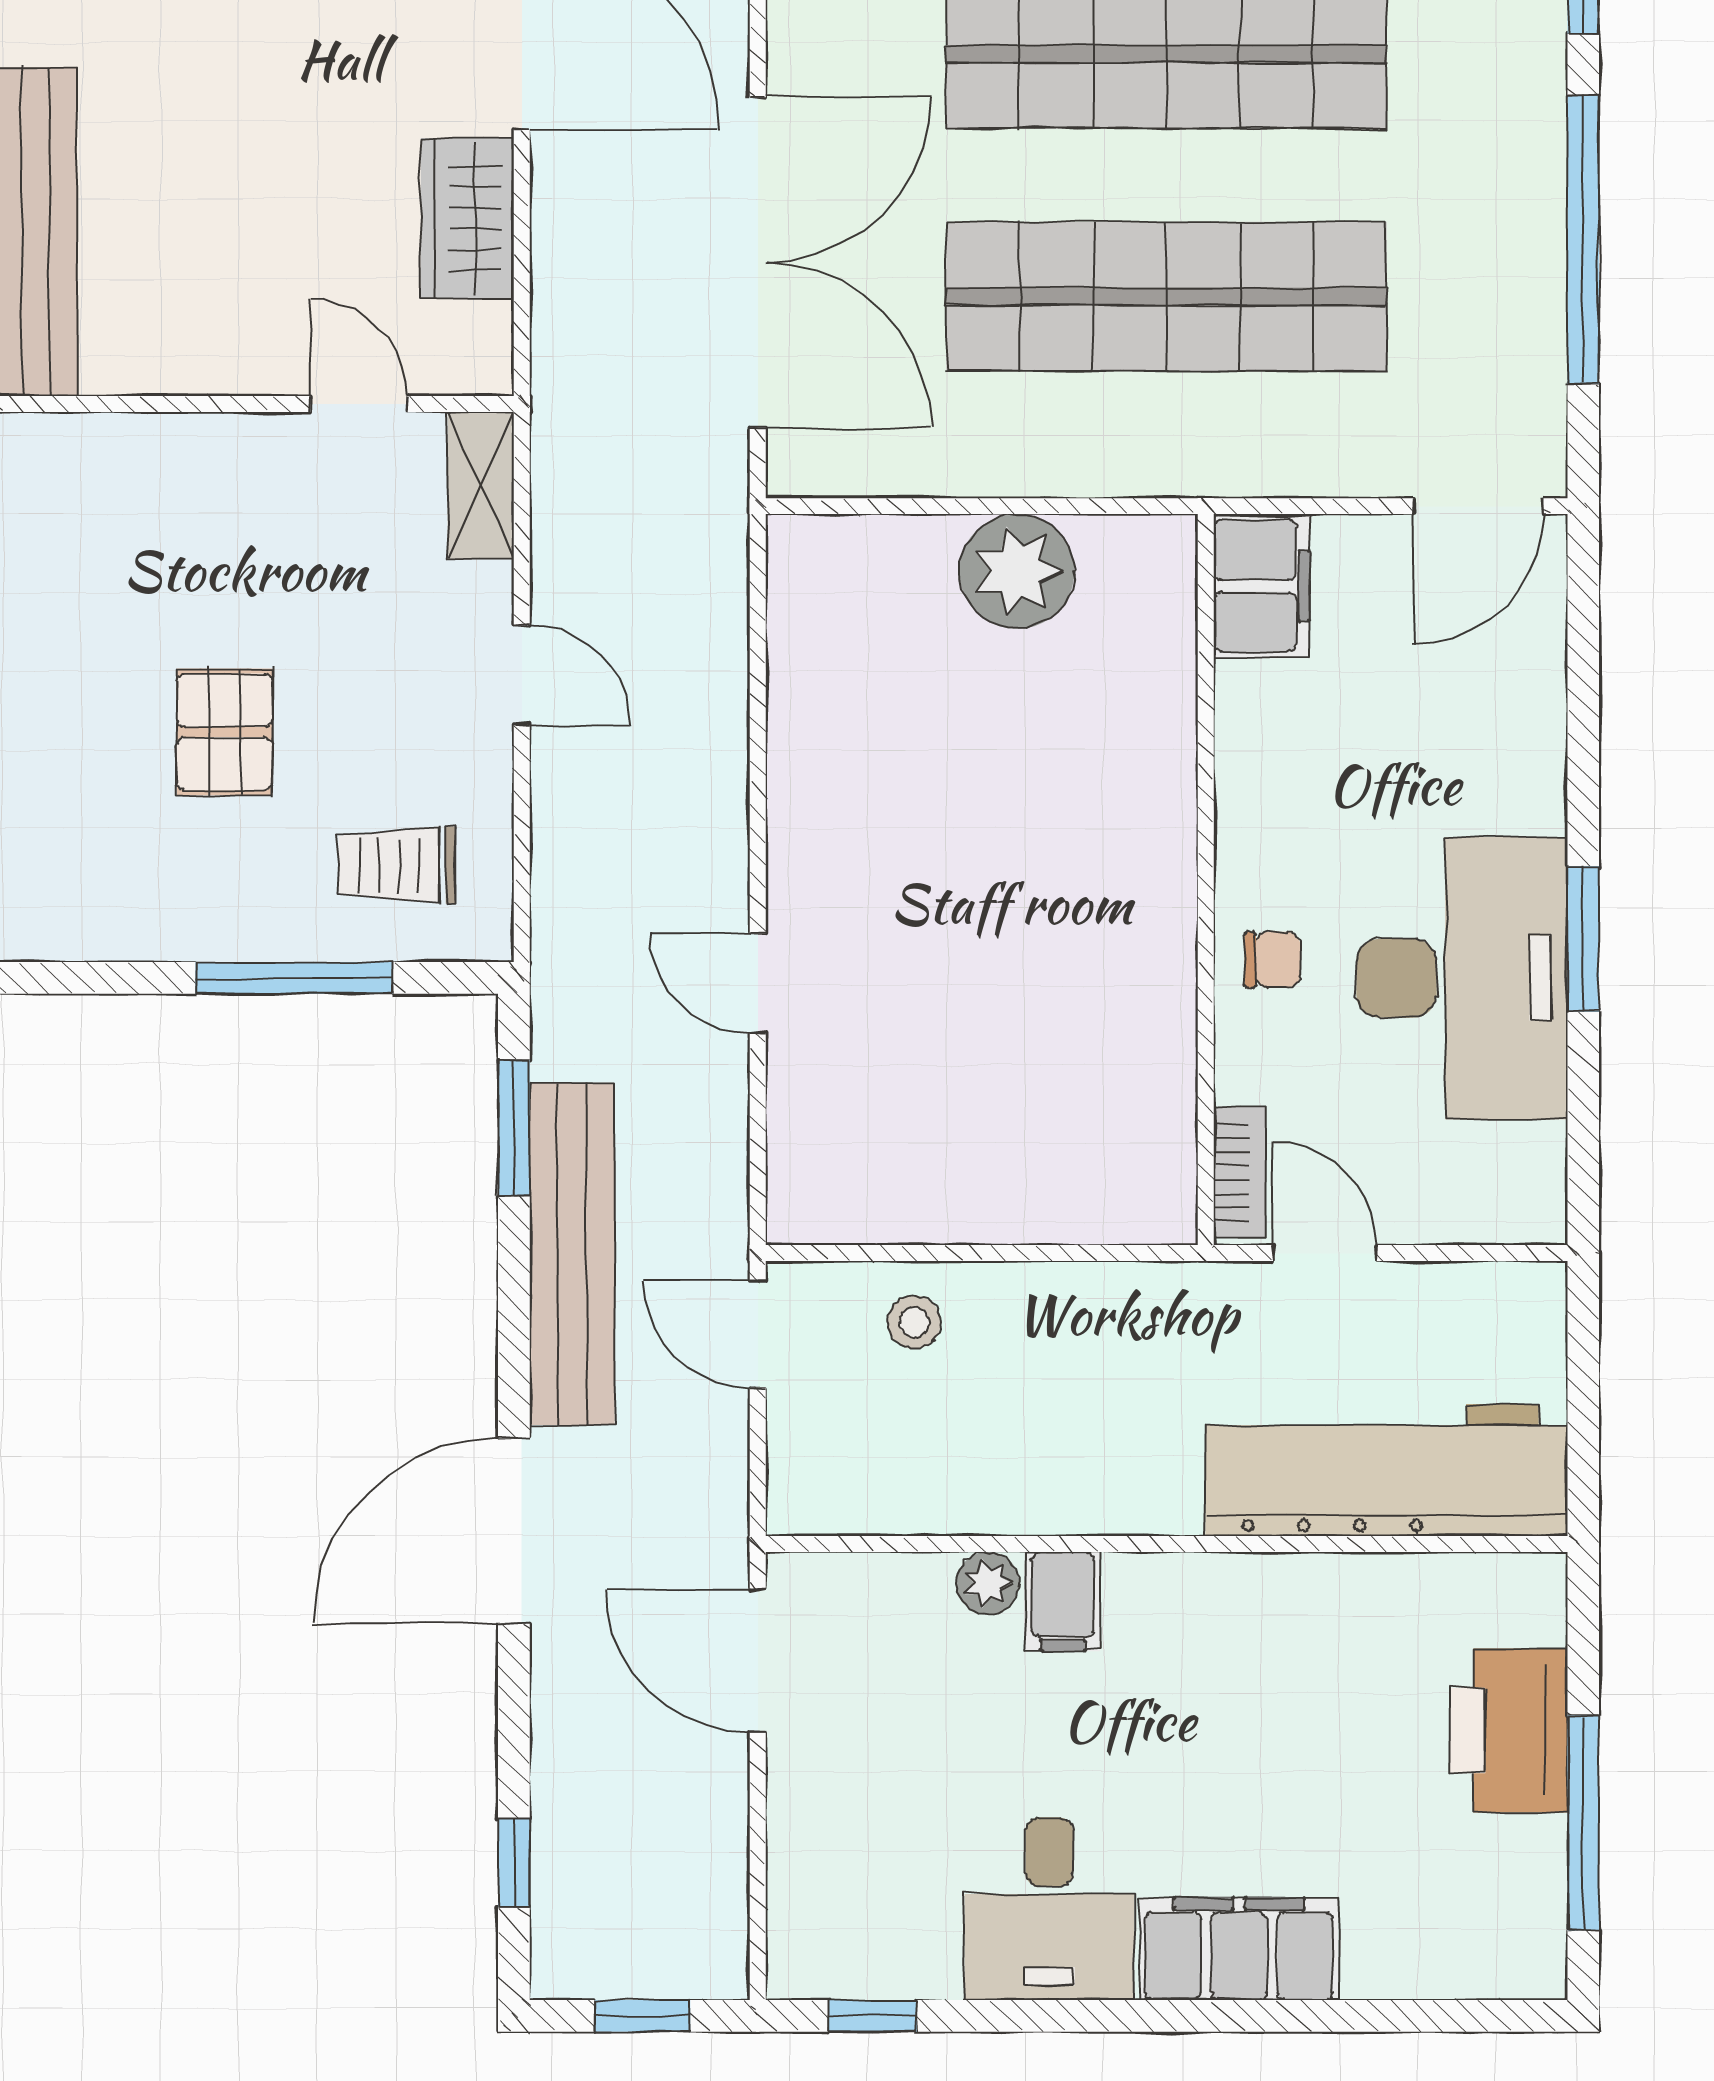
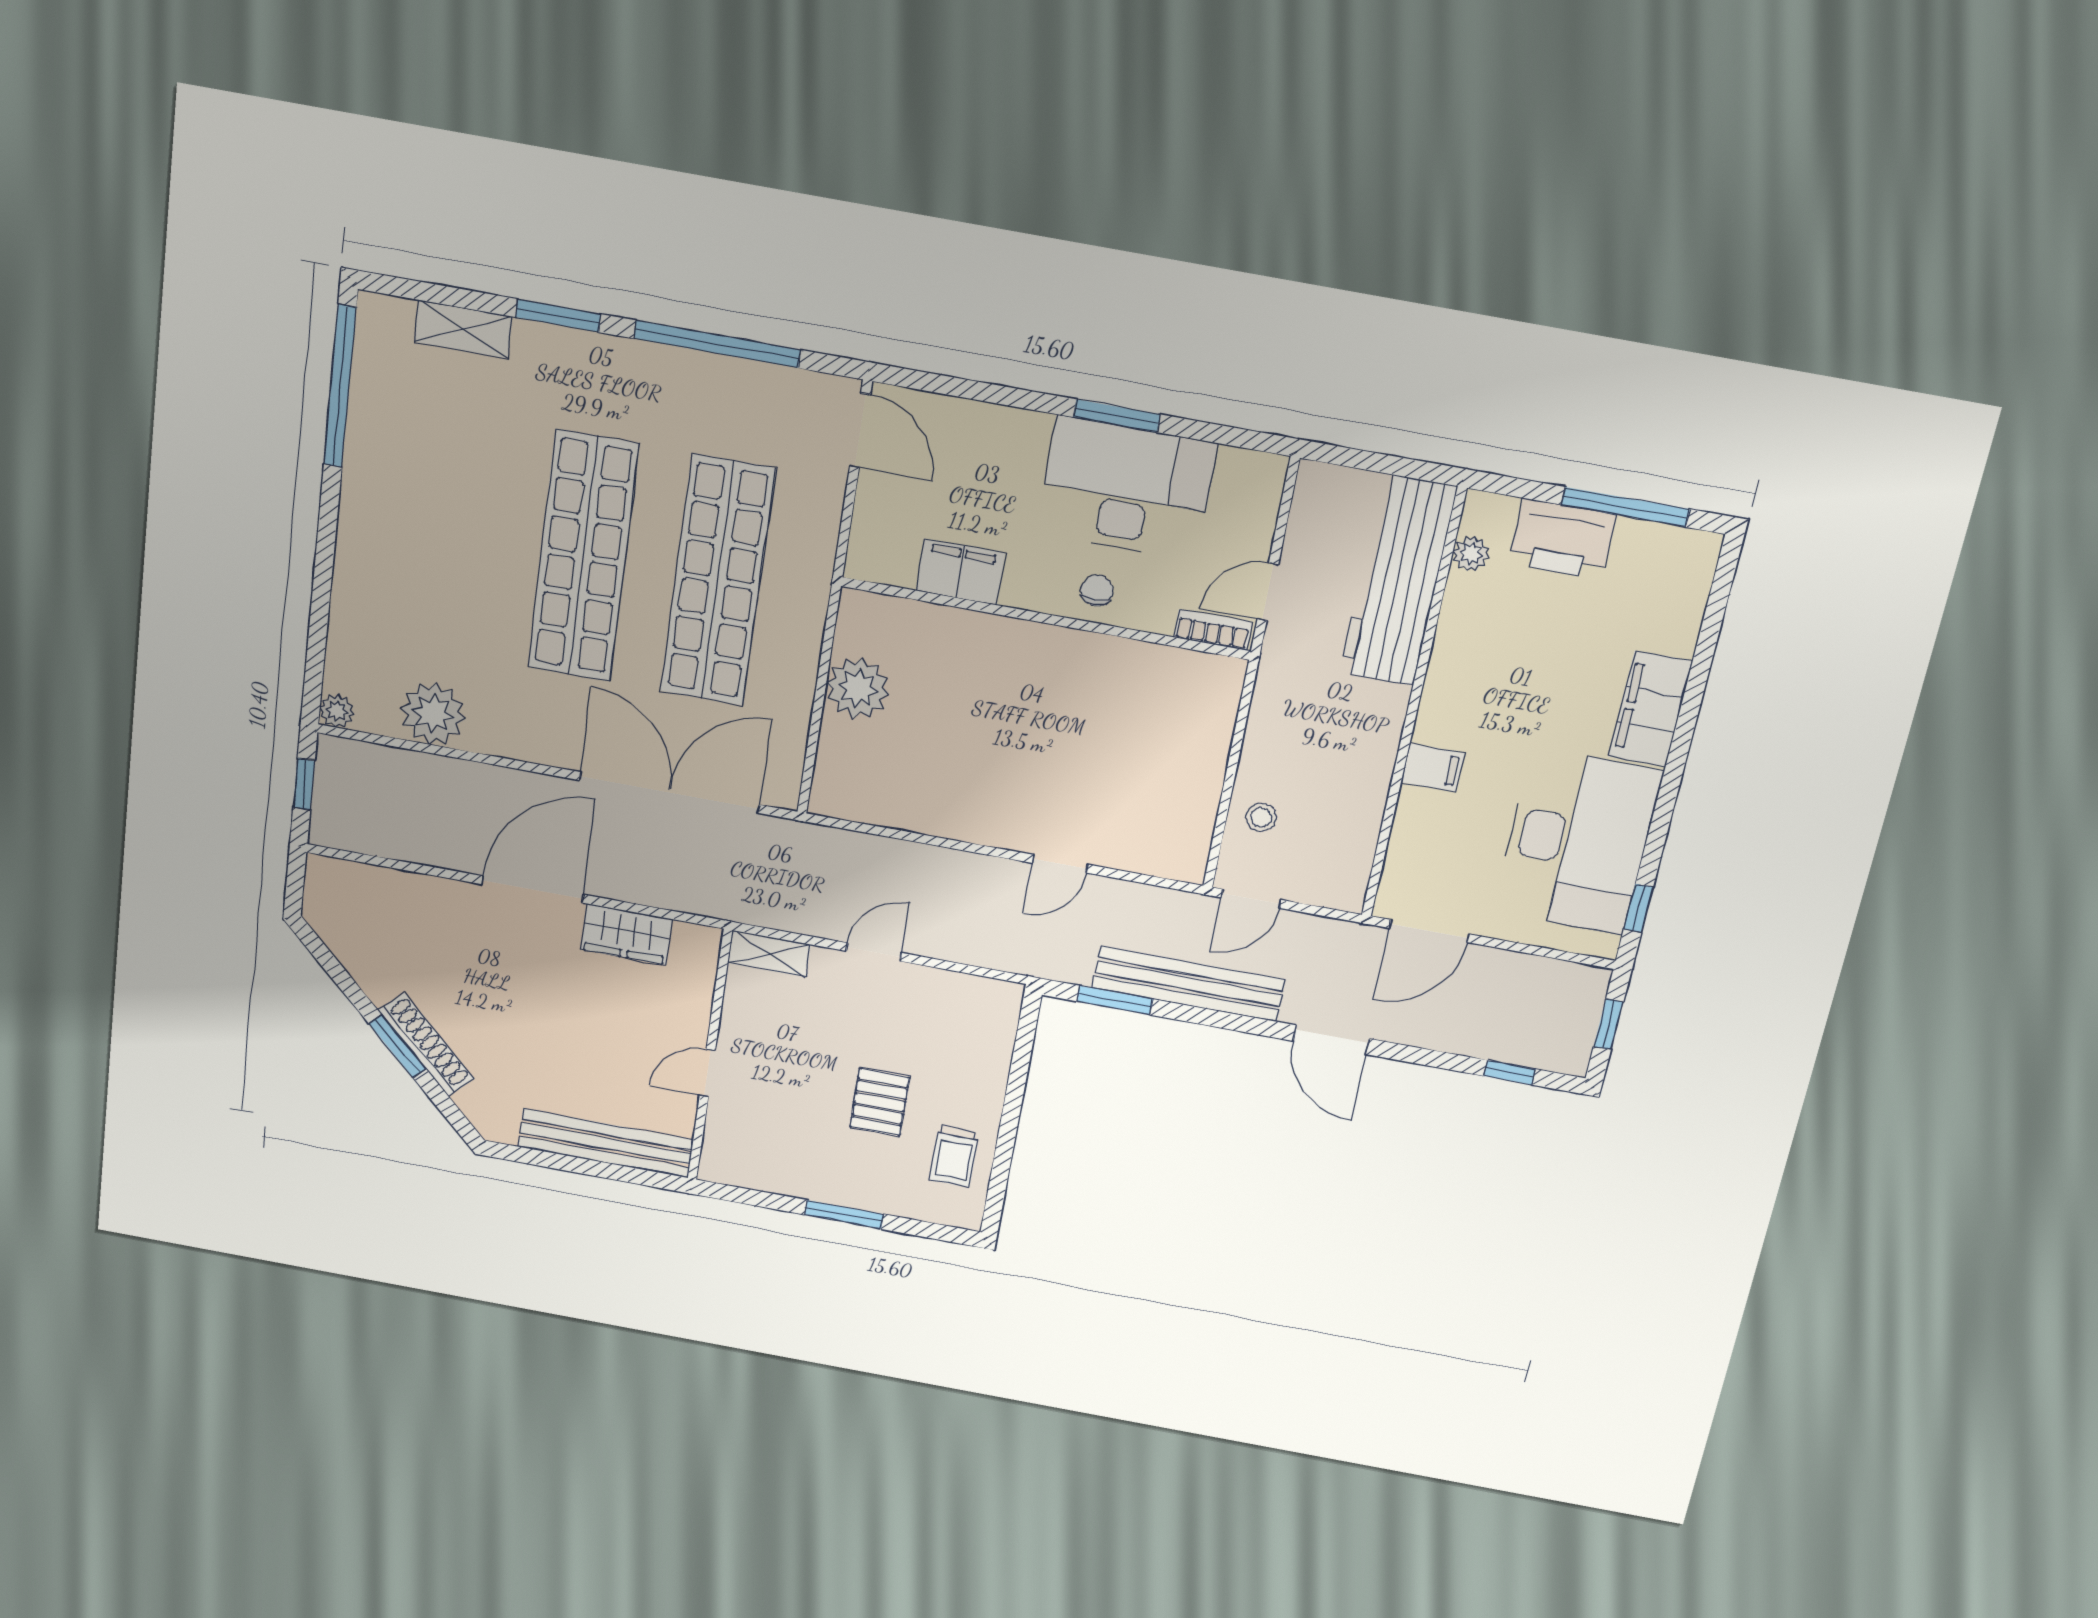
door: (359, 404) -> (707, 1073), moved
filing cabinet: (1262, 586) -> (960, 572), moved
pallet: (225, 732) -> (880, 1102), turned 90
trolley: (397, 865) -> (954, 1156), moved
window: (294, 978) -> (1015, 1093), removed
door: (514, 1531) -> (1331, 1040), width x0.73
plant: (988, 1583) -> (1471, 554), moved
desk: (1049, 1909) -> (1577, 842), width x1.87, depth x1.30

